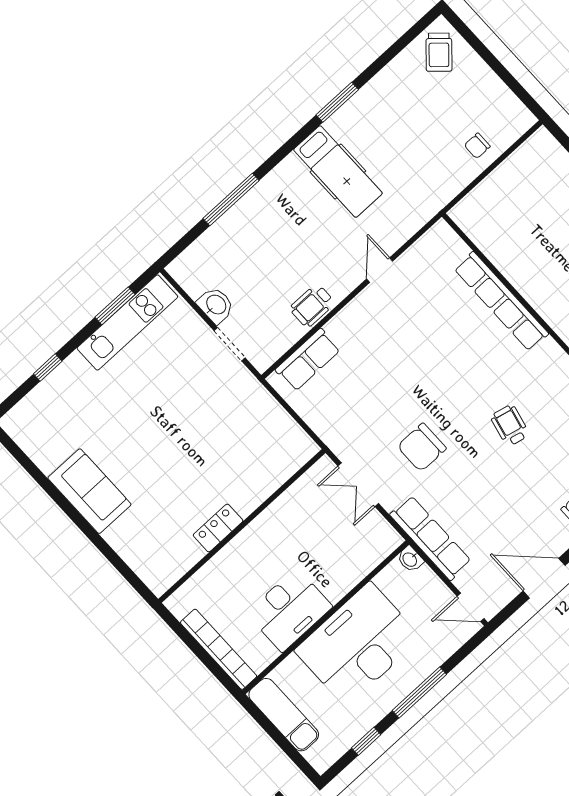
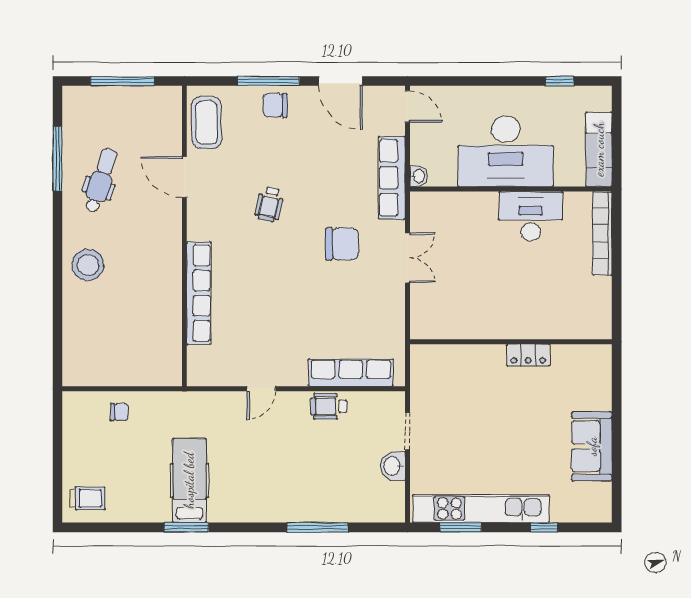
trolley: (439, 52) -> (88, 498), turned 48
hospital bed: (338, 172) -> (189, 480), moved
wheelchair: (312, 306) -> (328, 406), turned 180
kitchen unit: (127, 323) -> (481, 509), width x1.36
row of seats: (308, 360) -> (351, 373), width x1.48
sofa: (89, 491) -> (592, 446), moved
wall: (242, 526) -> (511, 342), moved
locker: (218, 528) -> (528, 355), moved
window: (419, 692) -> (494, 81), removed

